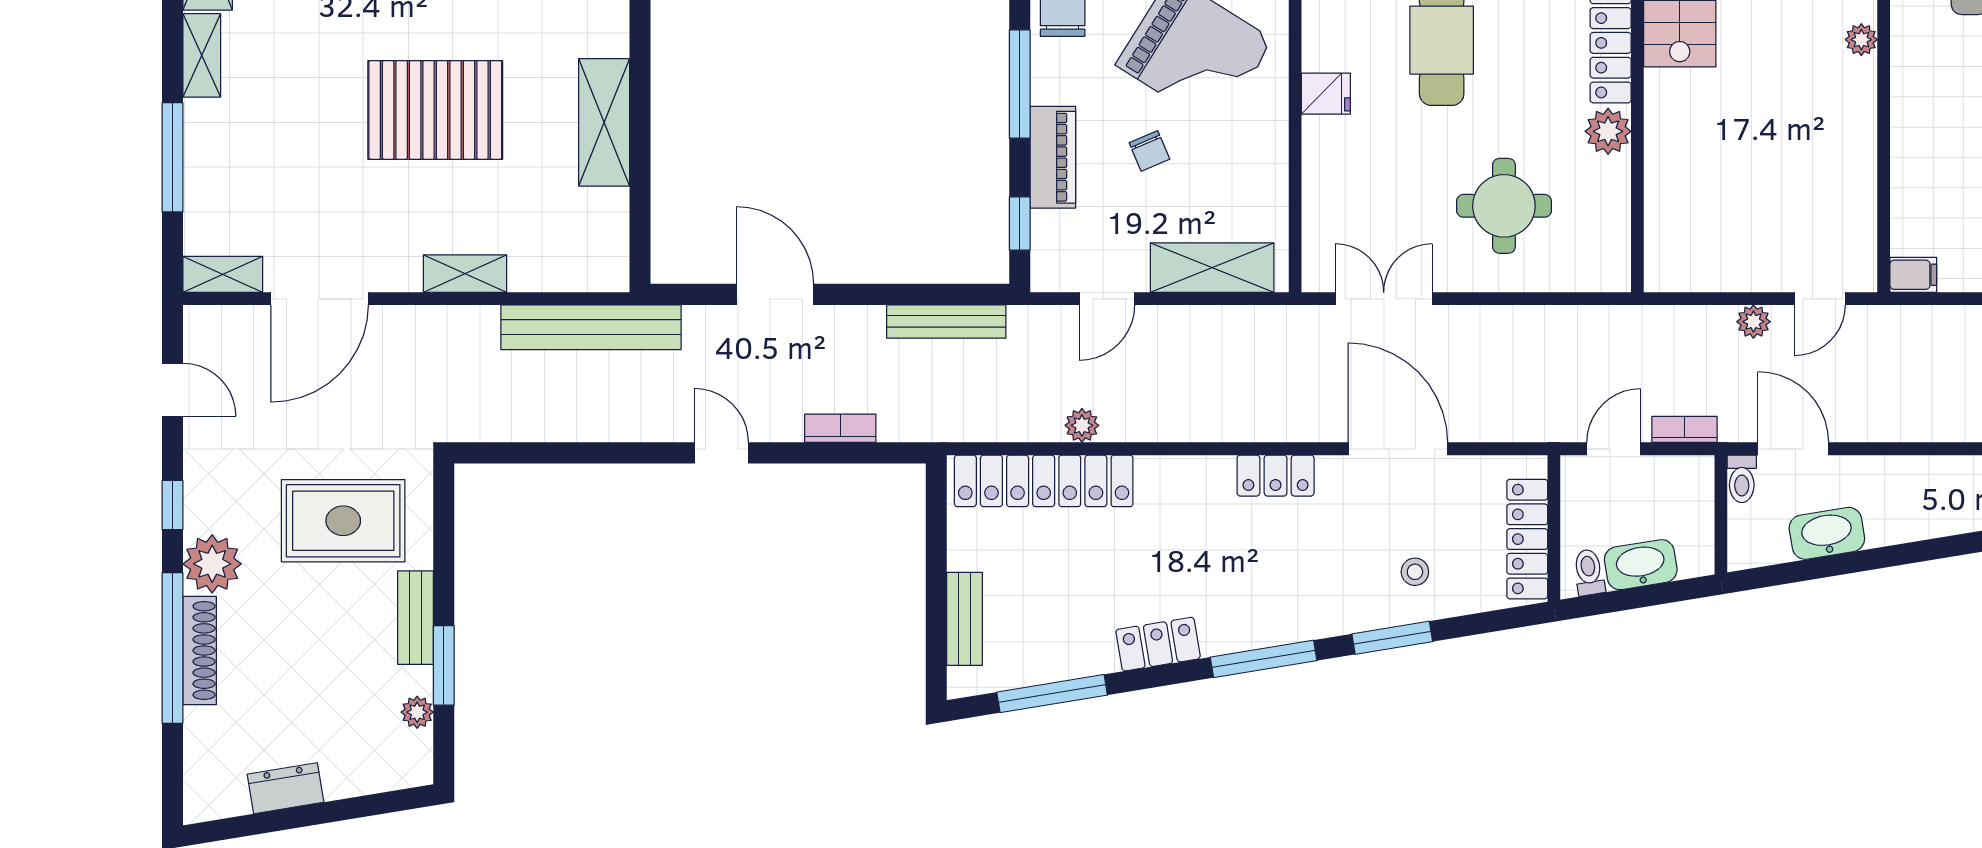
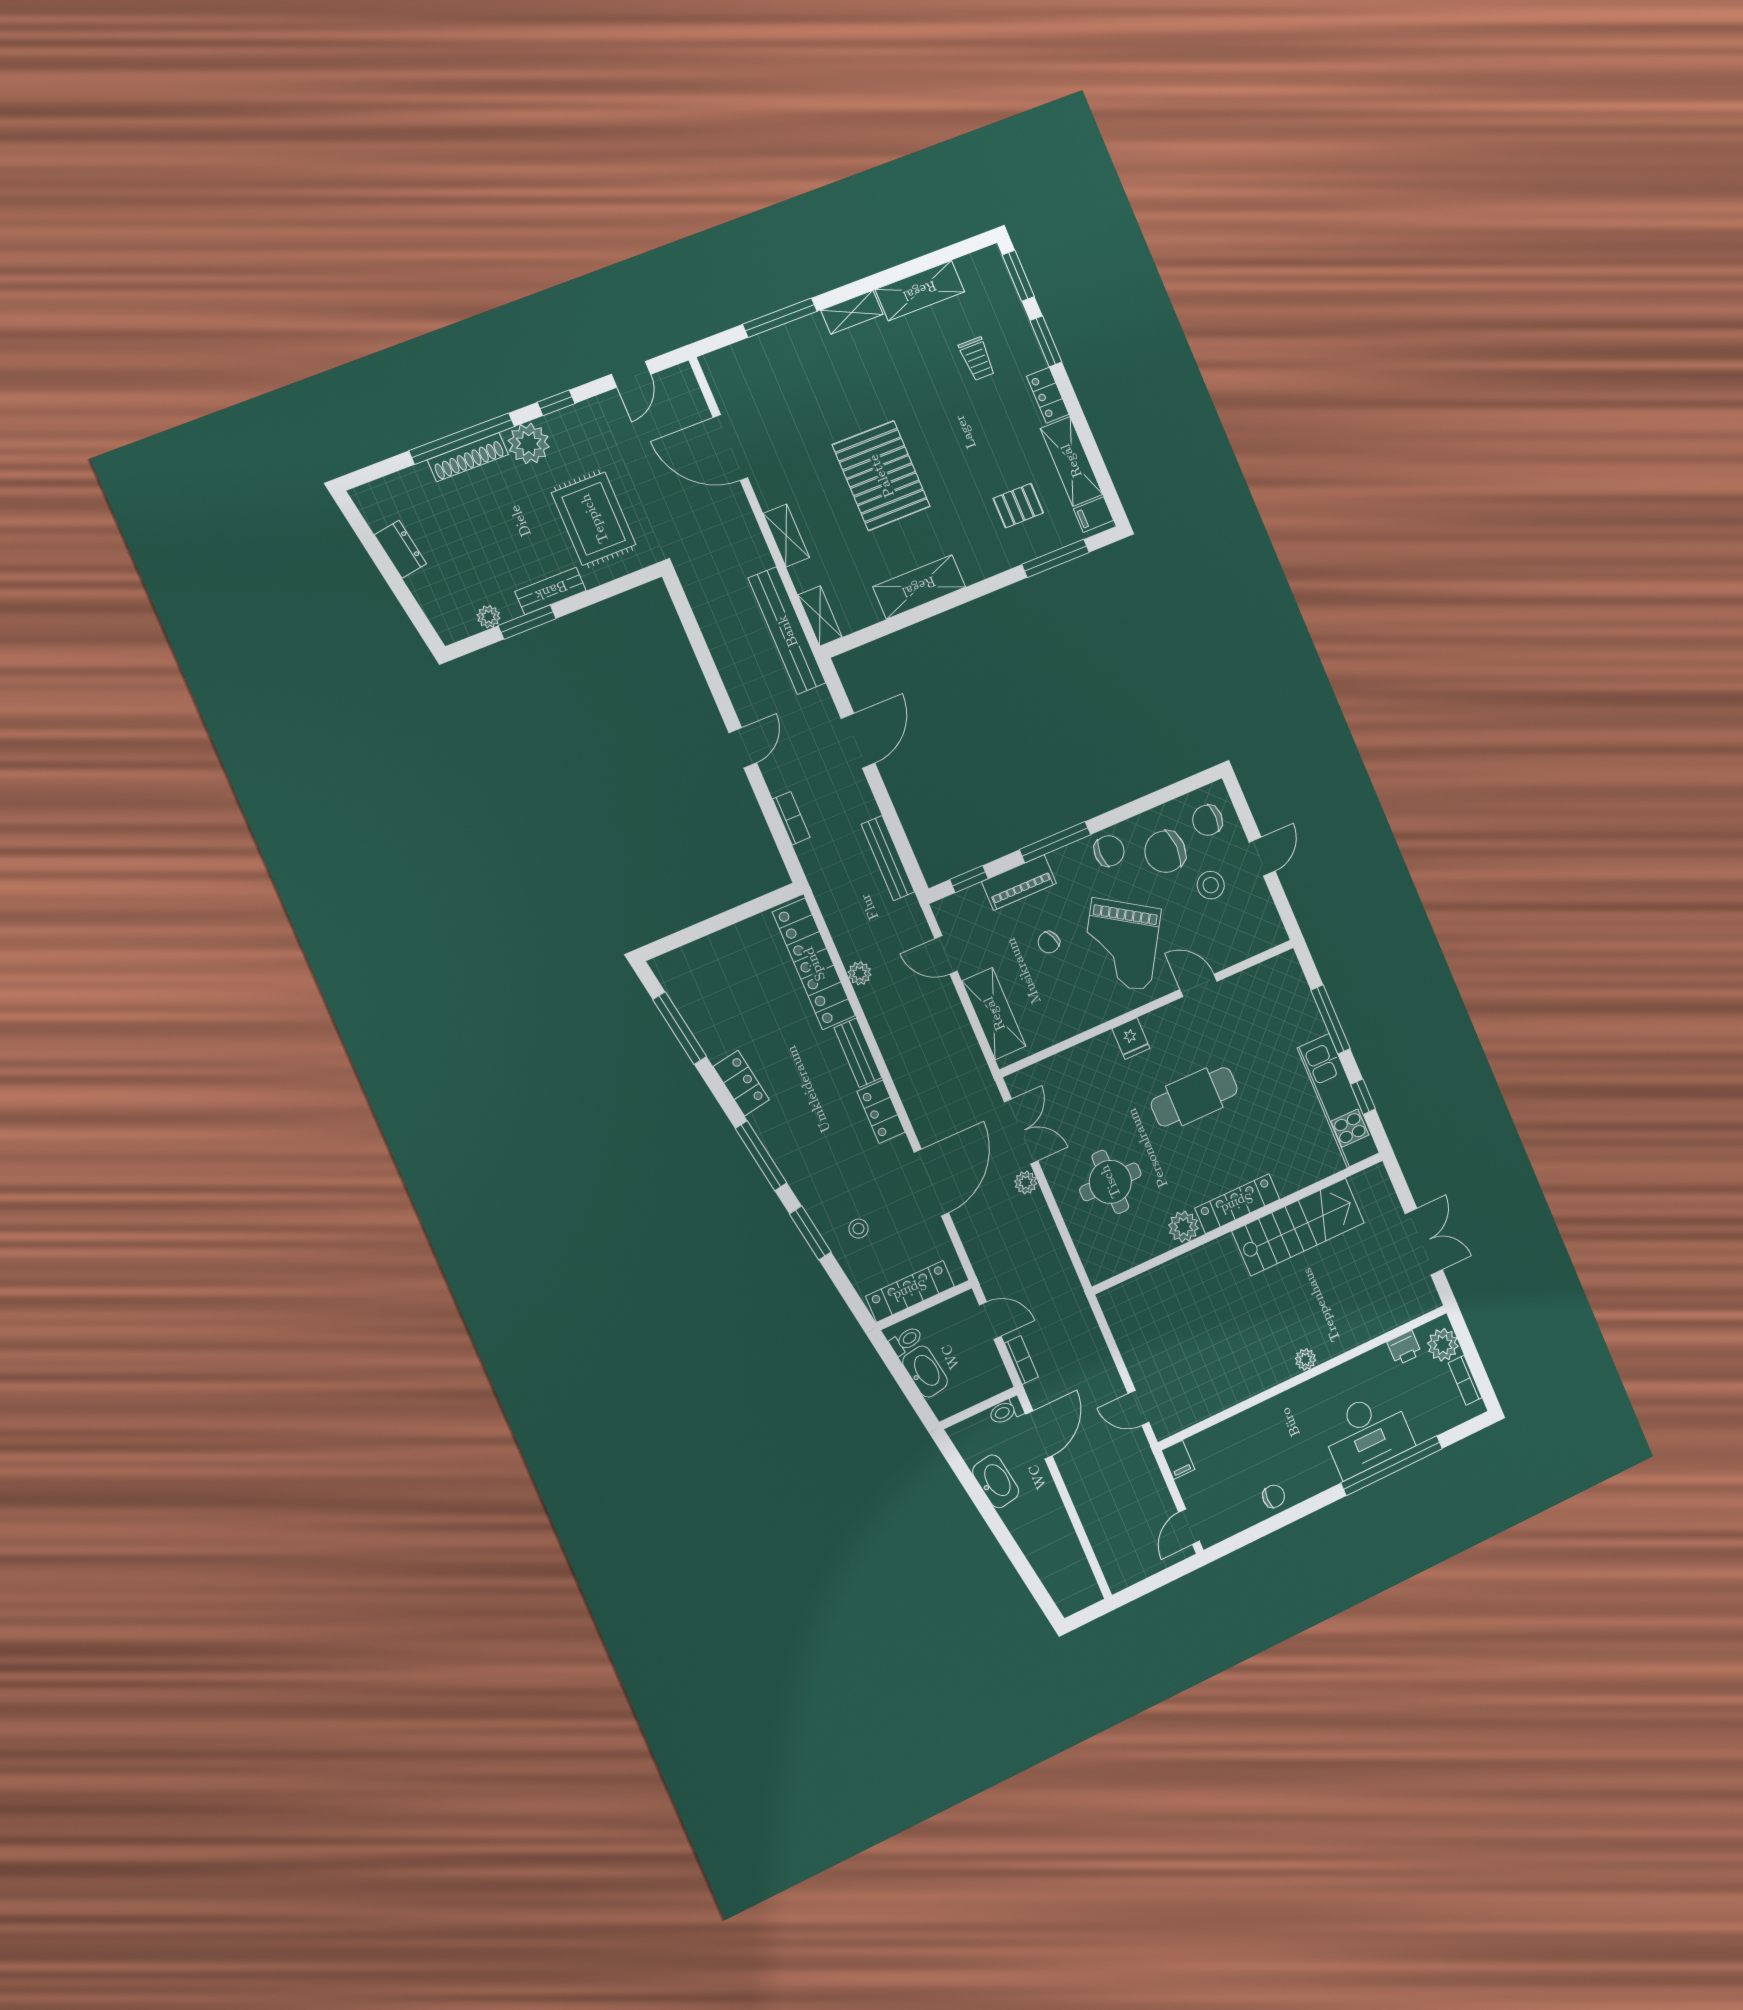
shelving: (223, 274) -> (820, 616), moved
plant: (1753, 322) -> (1026, 1182), moved
bench: (964, 619) -> (858, 1053), moved, turned 90

